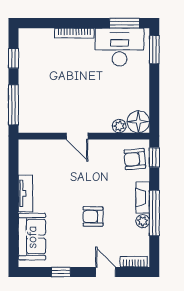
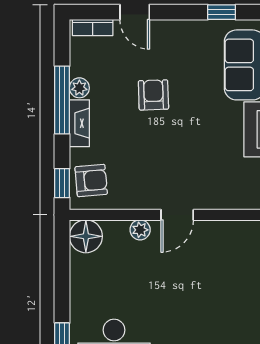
plant: (119, 126) -> (140, 230), moved
door: (77, 136) -> (177, 215), swing flipped
armchair: (93, 216) -> (153, 95), turned -92
window: (61, 272) -> (222, 12), moved

